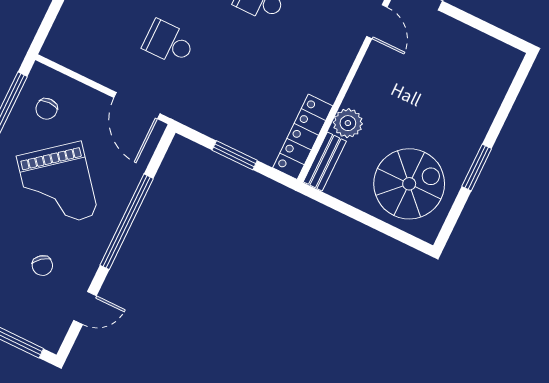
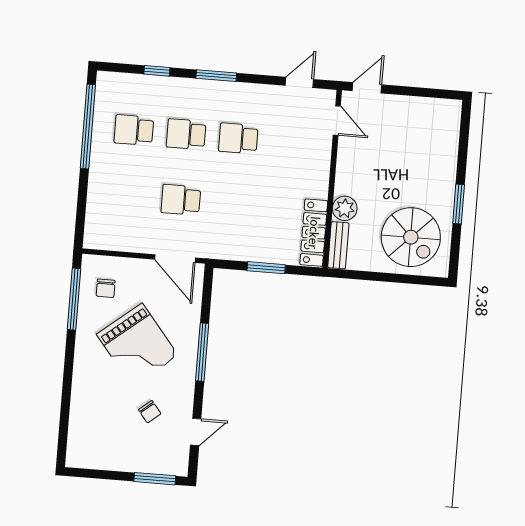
spiral stairs: (409, 184) -> (411, 237), turned 90
window: (127, 222) -> (202, 352), width x0.68

